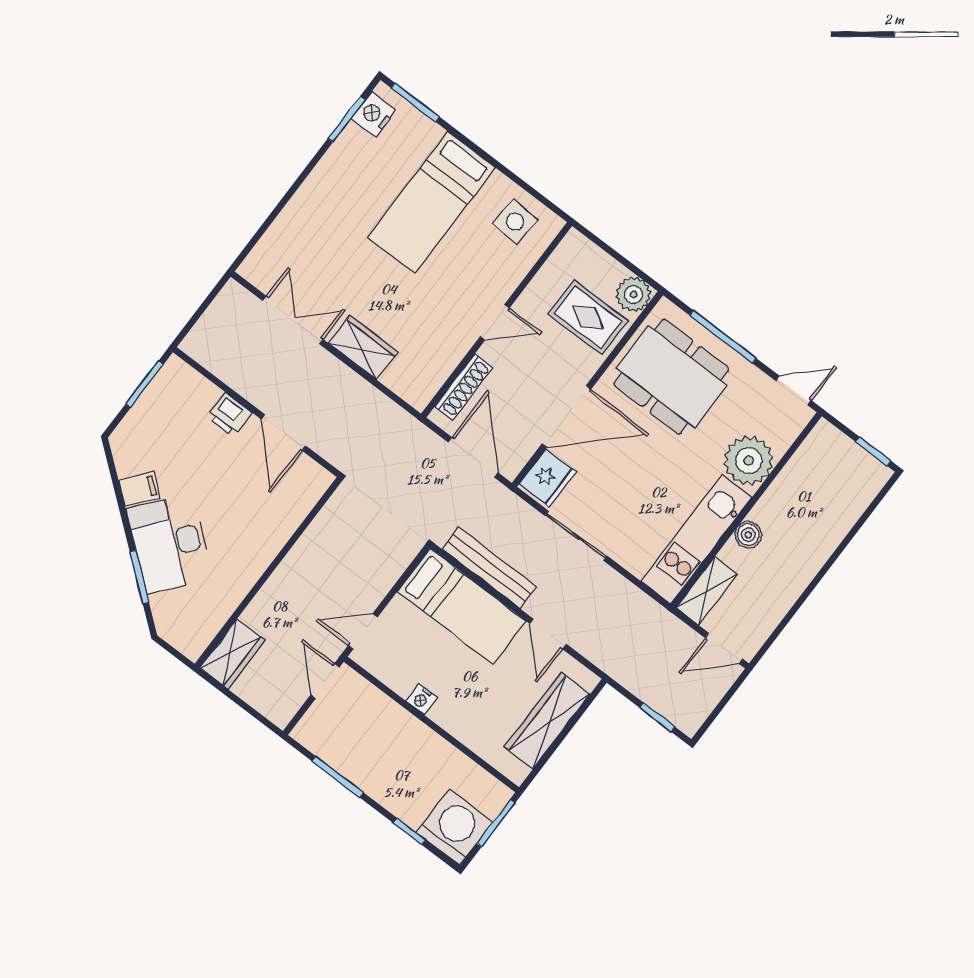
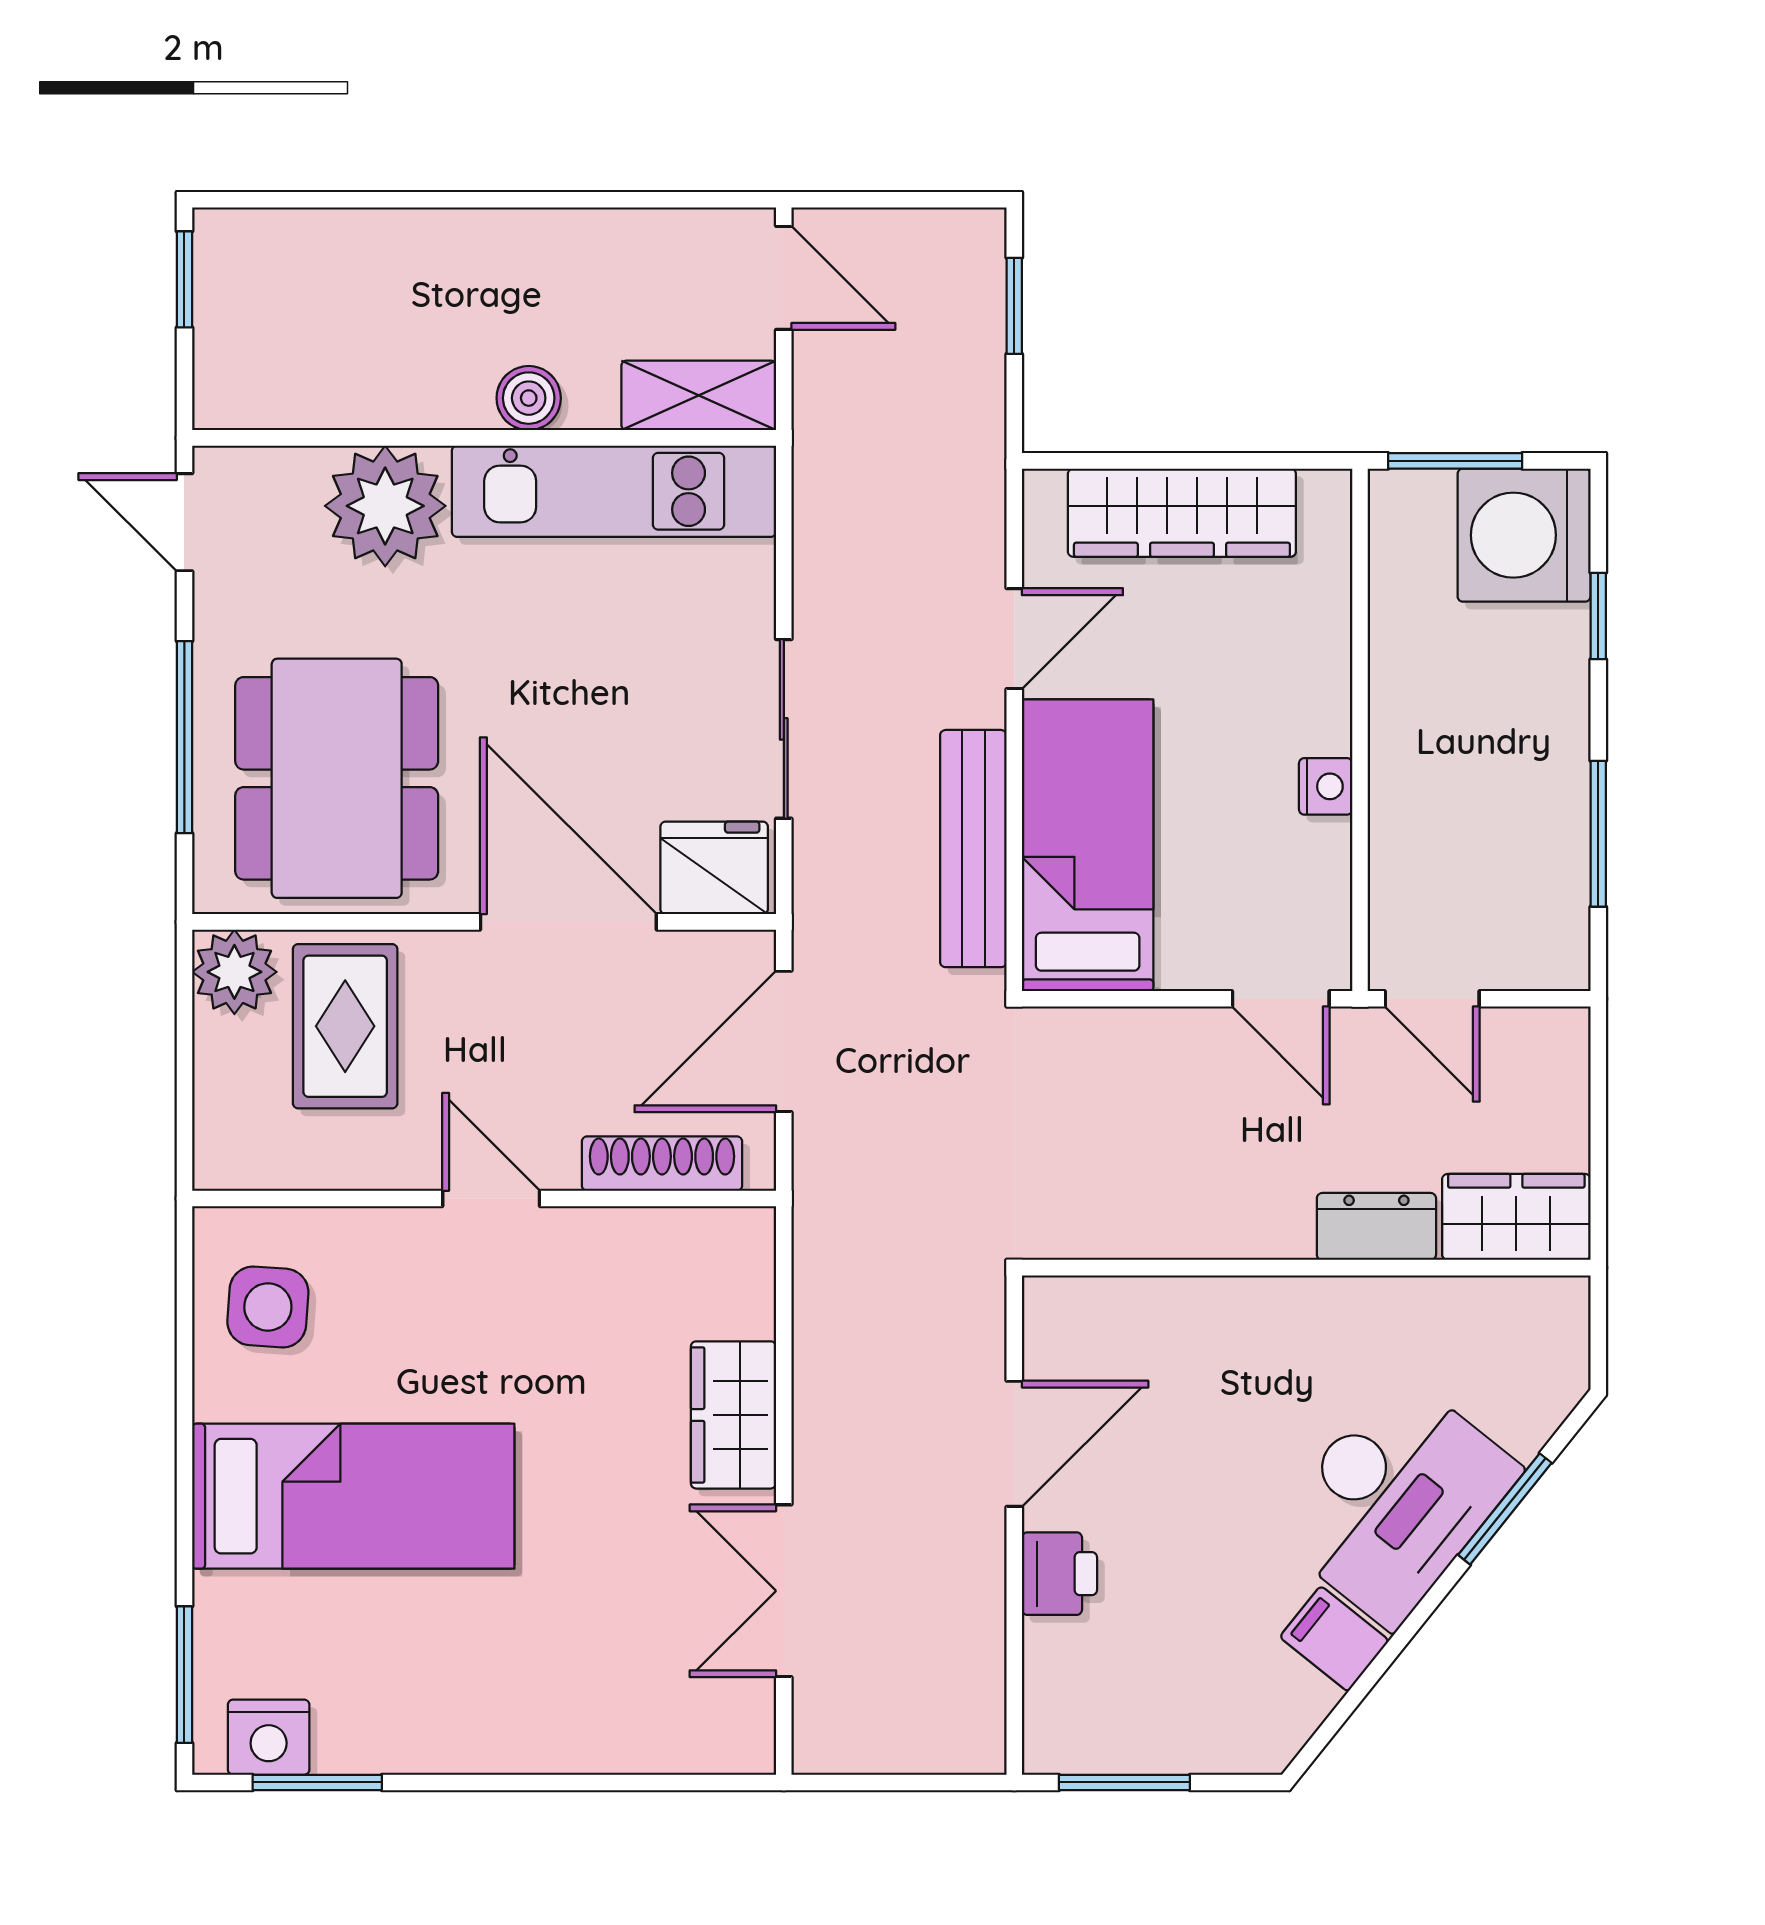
dresser: (264, 606) -> (1376, 1226), added
door: (325, 681) -> (1432, 999), hinge flipped

